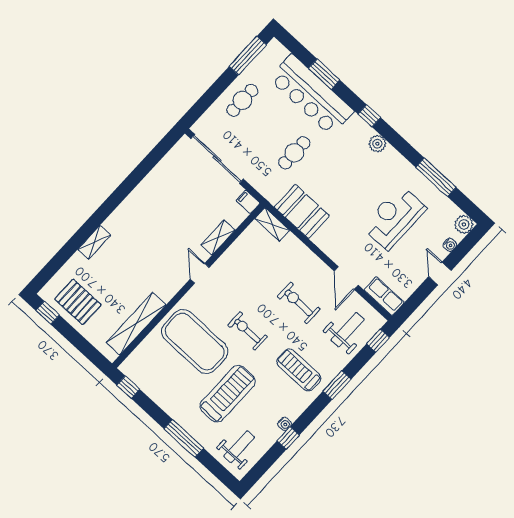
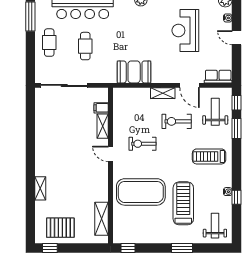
cafe table: (294, 153) -> (85, 46), moved
filing cabinet: (248, 202) -> (101, 108), moved
shelving: (272, 224) -> (163, 93), moved
shelving: (136, 324) -> (102, 219), width x0.68
exercise bike: (248, 331) -> (143, 144), moved
window: (337, 385) -> (236, 129), moved
window: (184, 438) -> (182, 248), width x0.69

